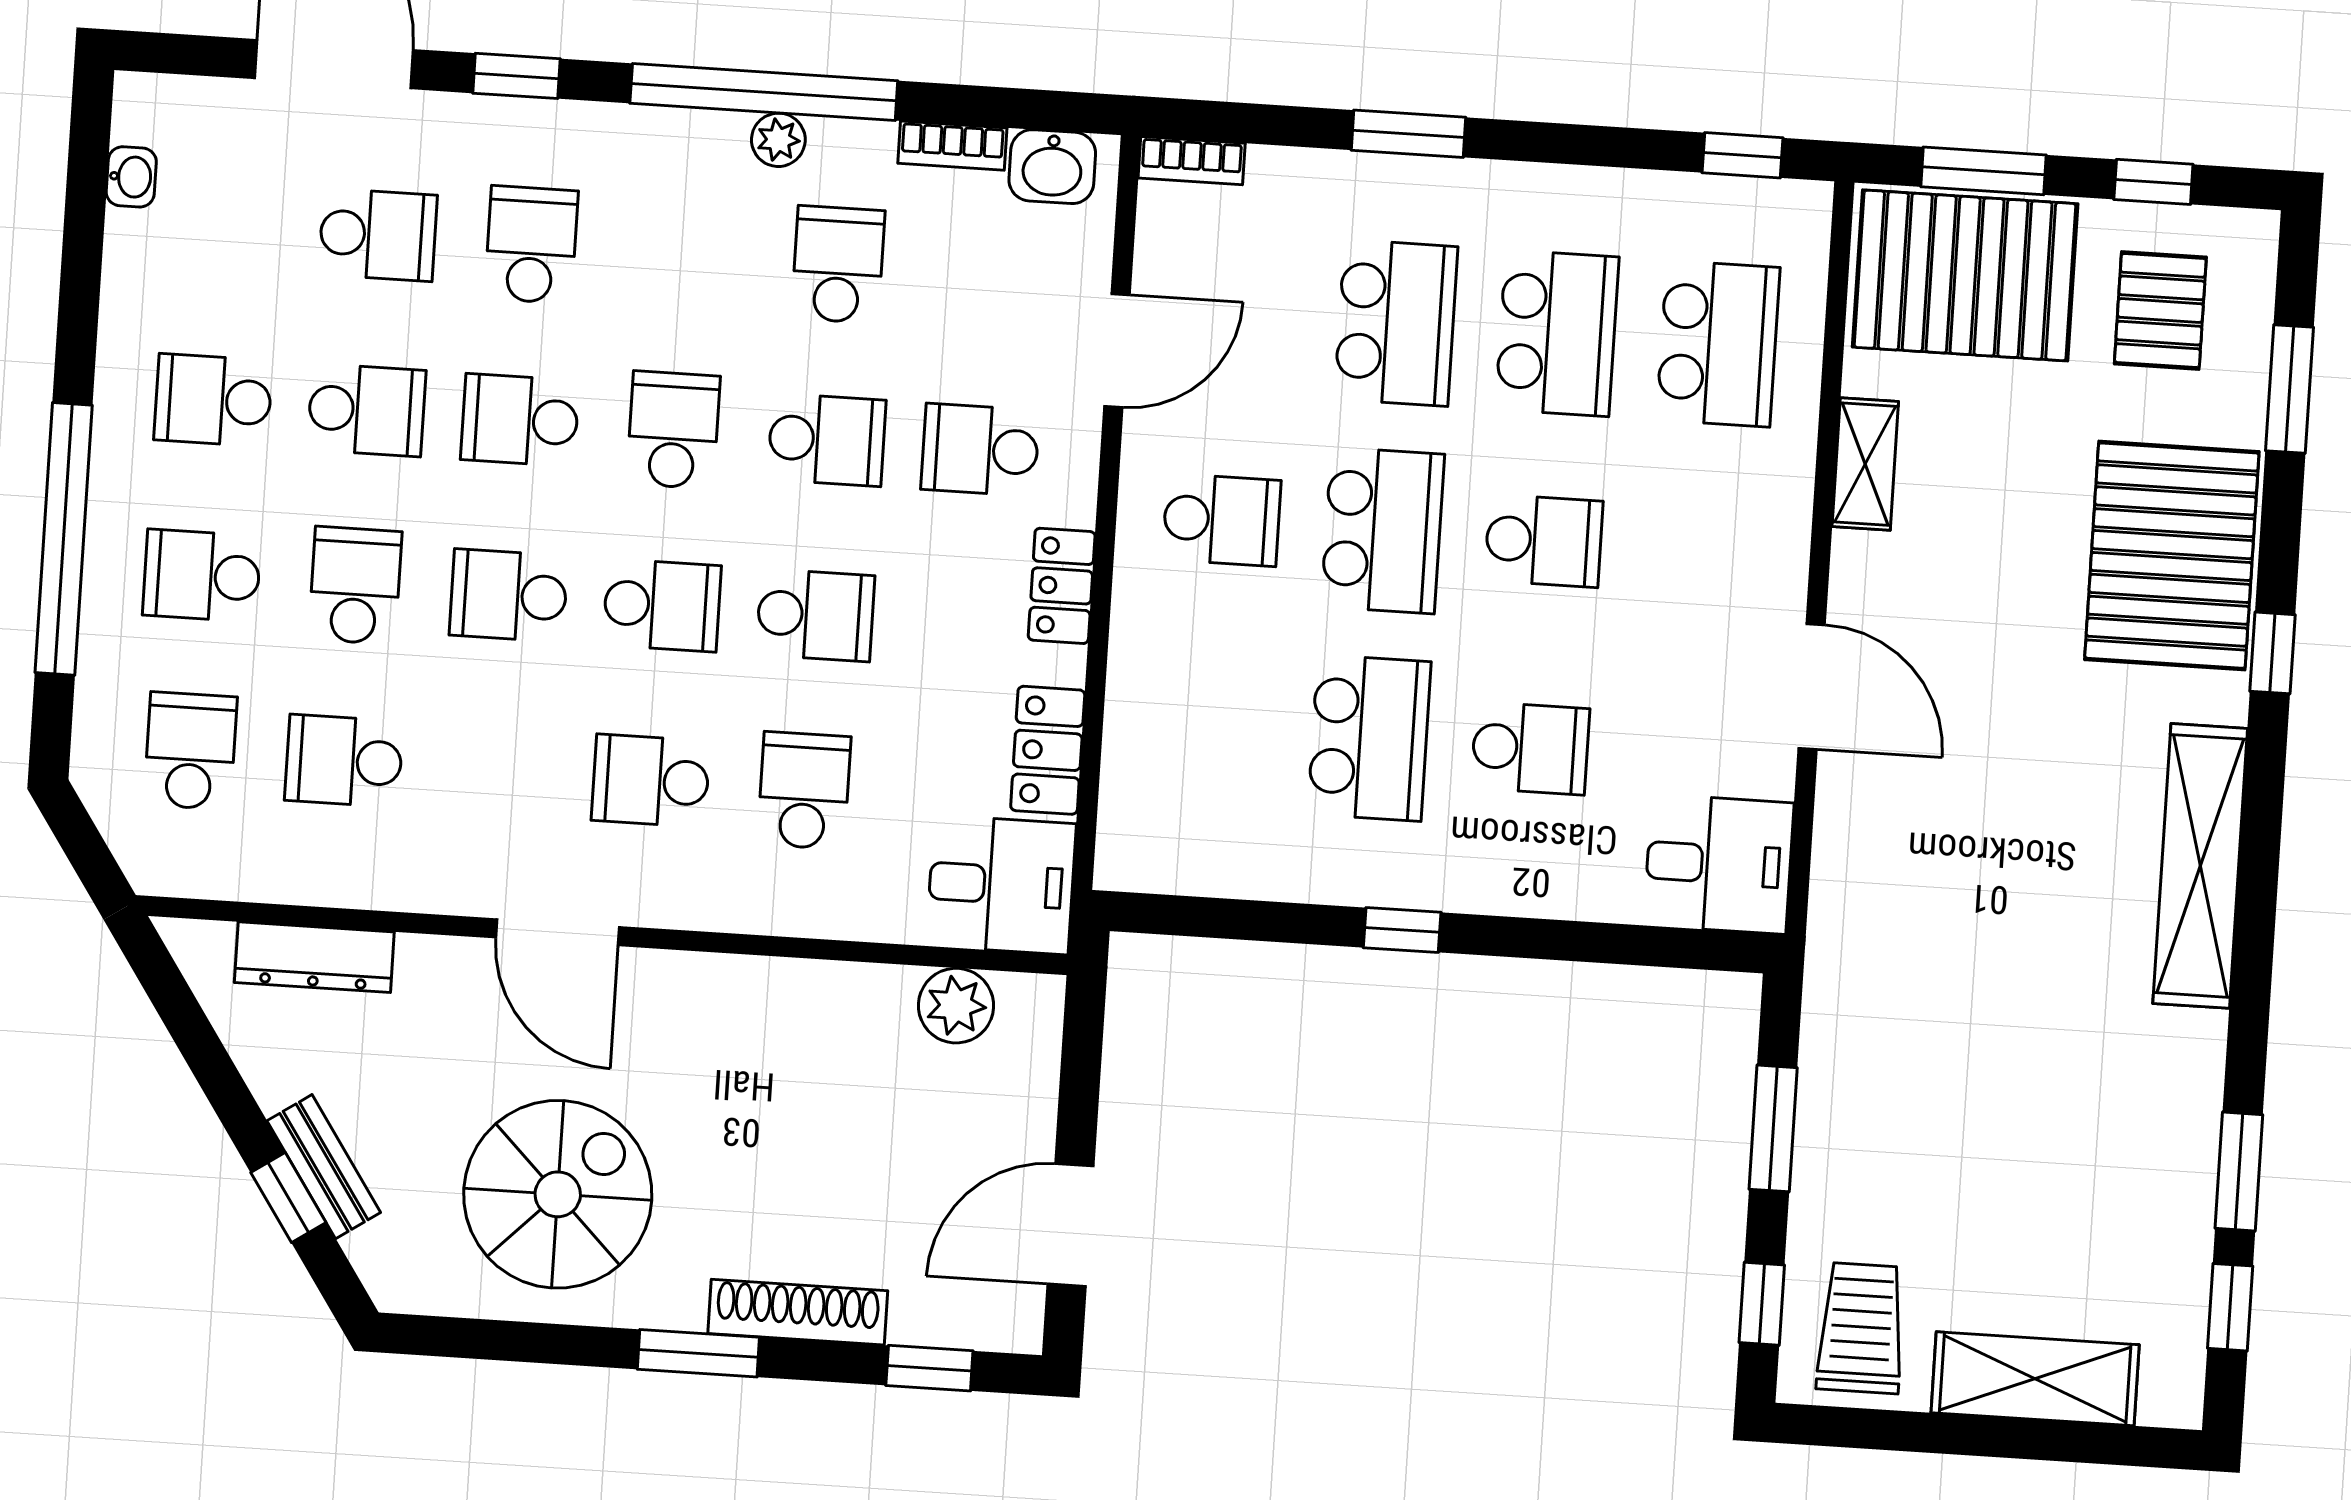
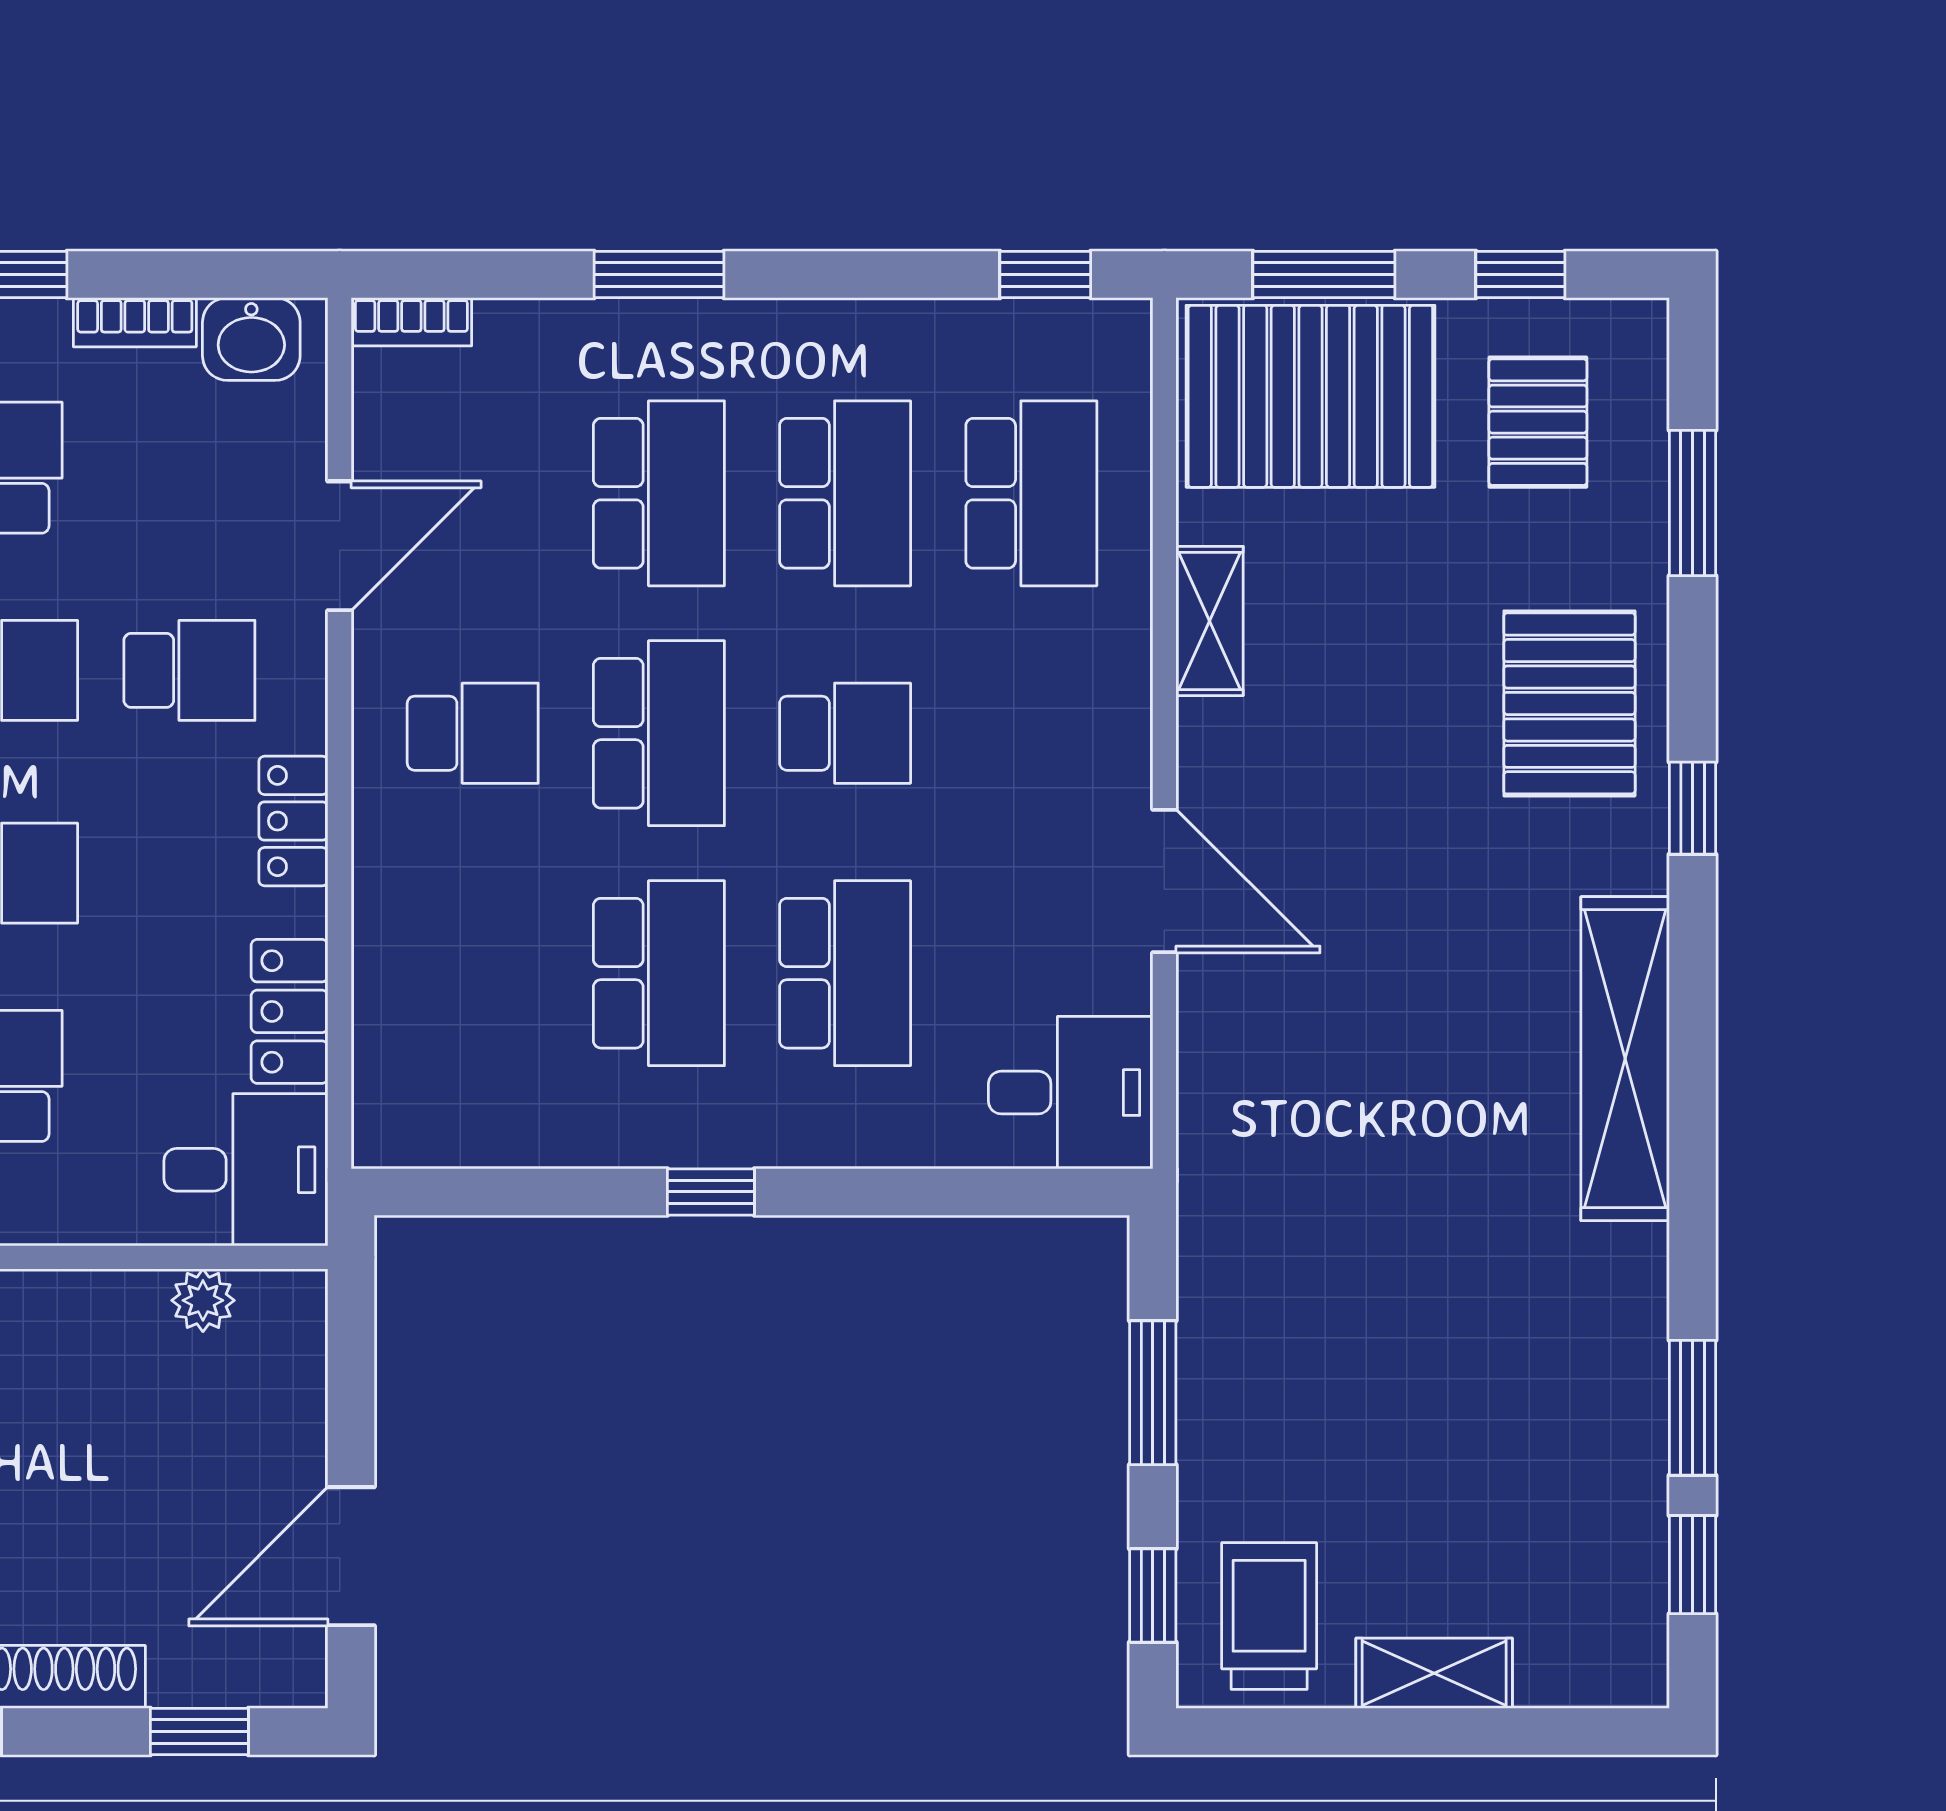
school desk: (980, 450) -> (189, 670), turned 180
pallet: (2172, 556) -> (1569, 703), width x0.73, depth x0.71
school desk: (1530, 748) -> (845, 973), width x1.85
plant: (956, 1006) -> (203, 1300), width x0.73, depth x0.73
shelving: (2035, 1379) -> (1434, 1673), width x0.67, depth x0.75

